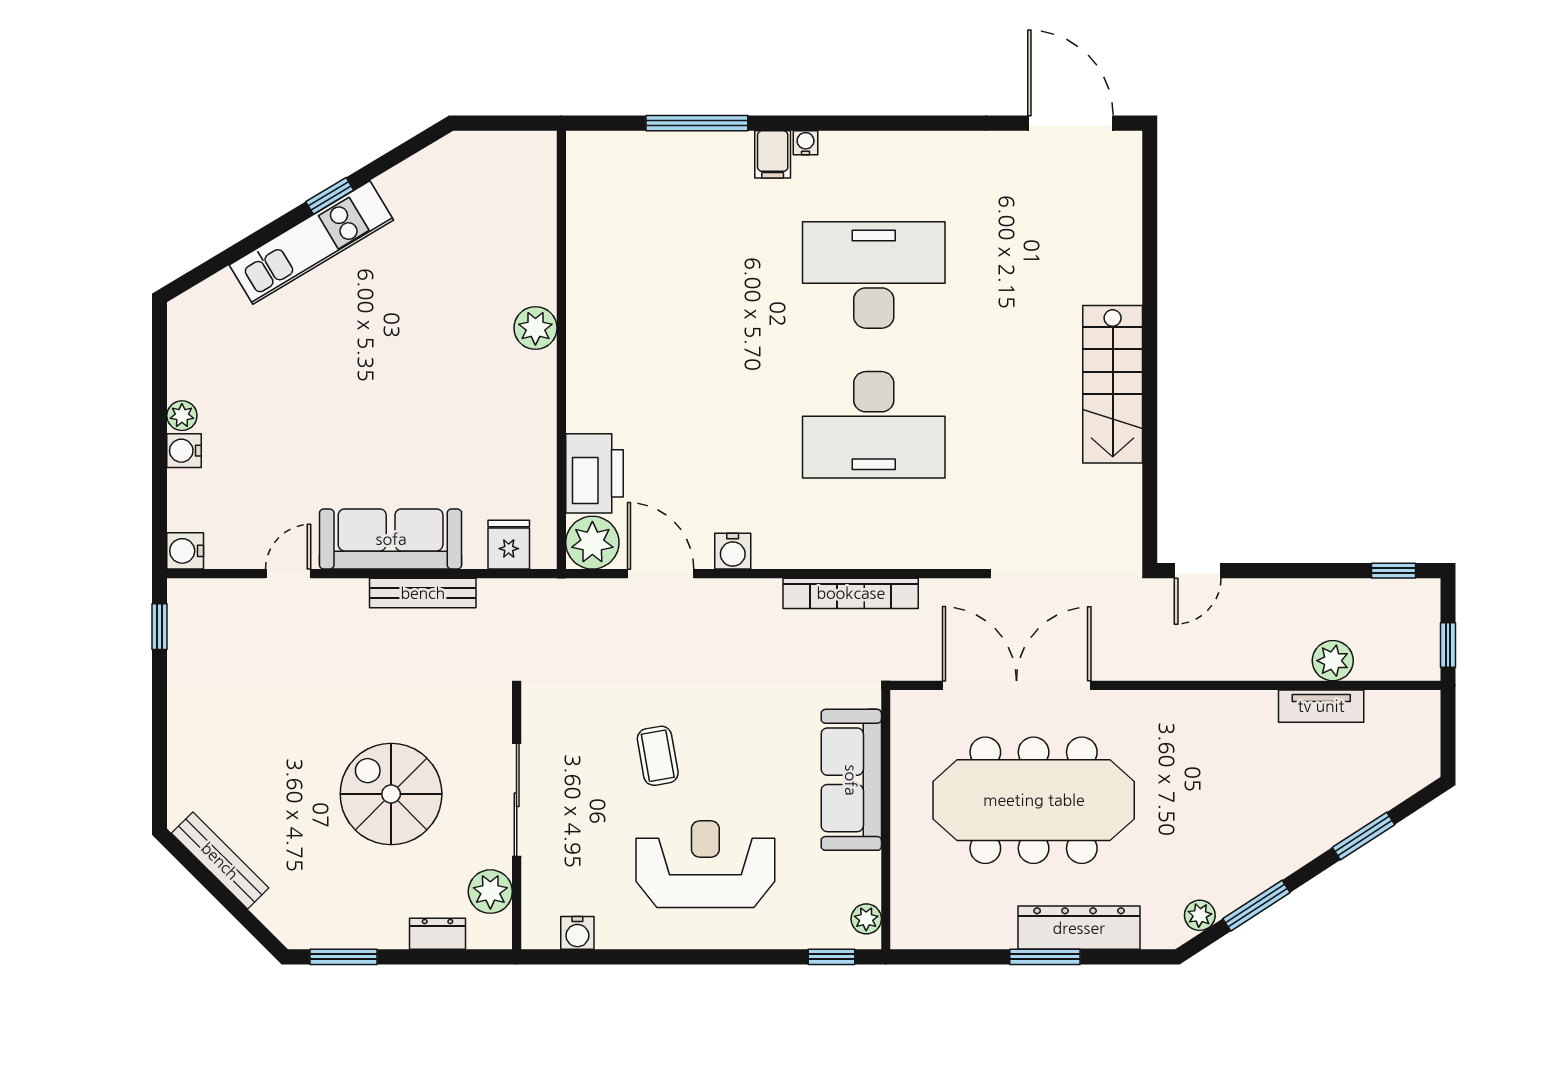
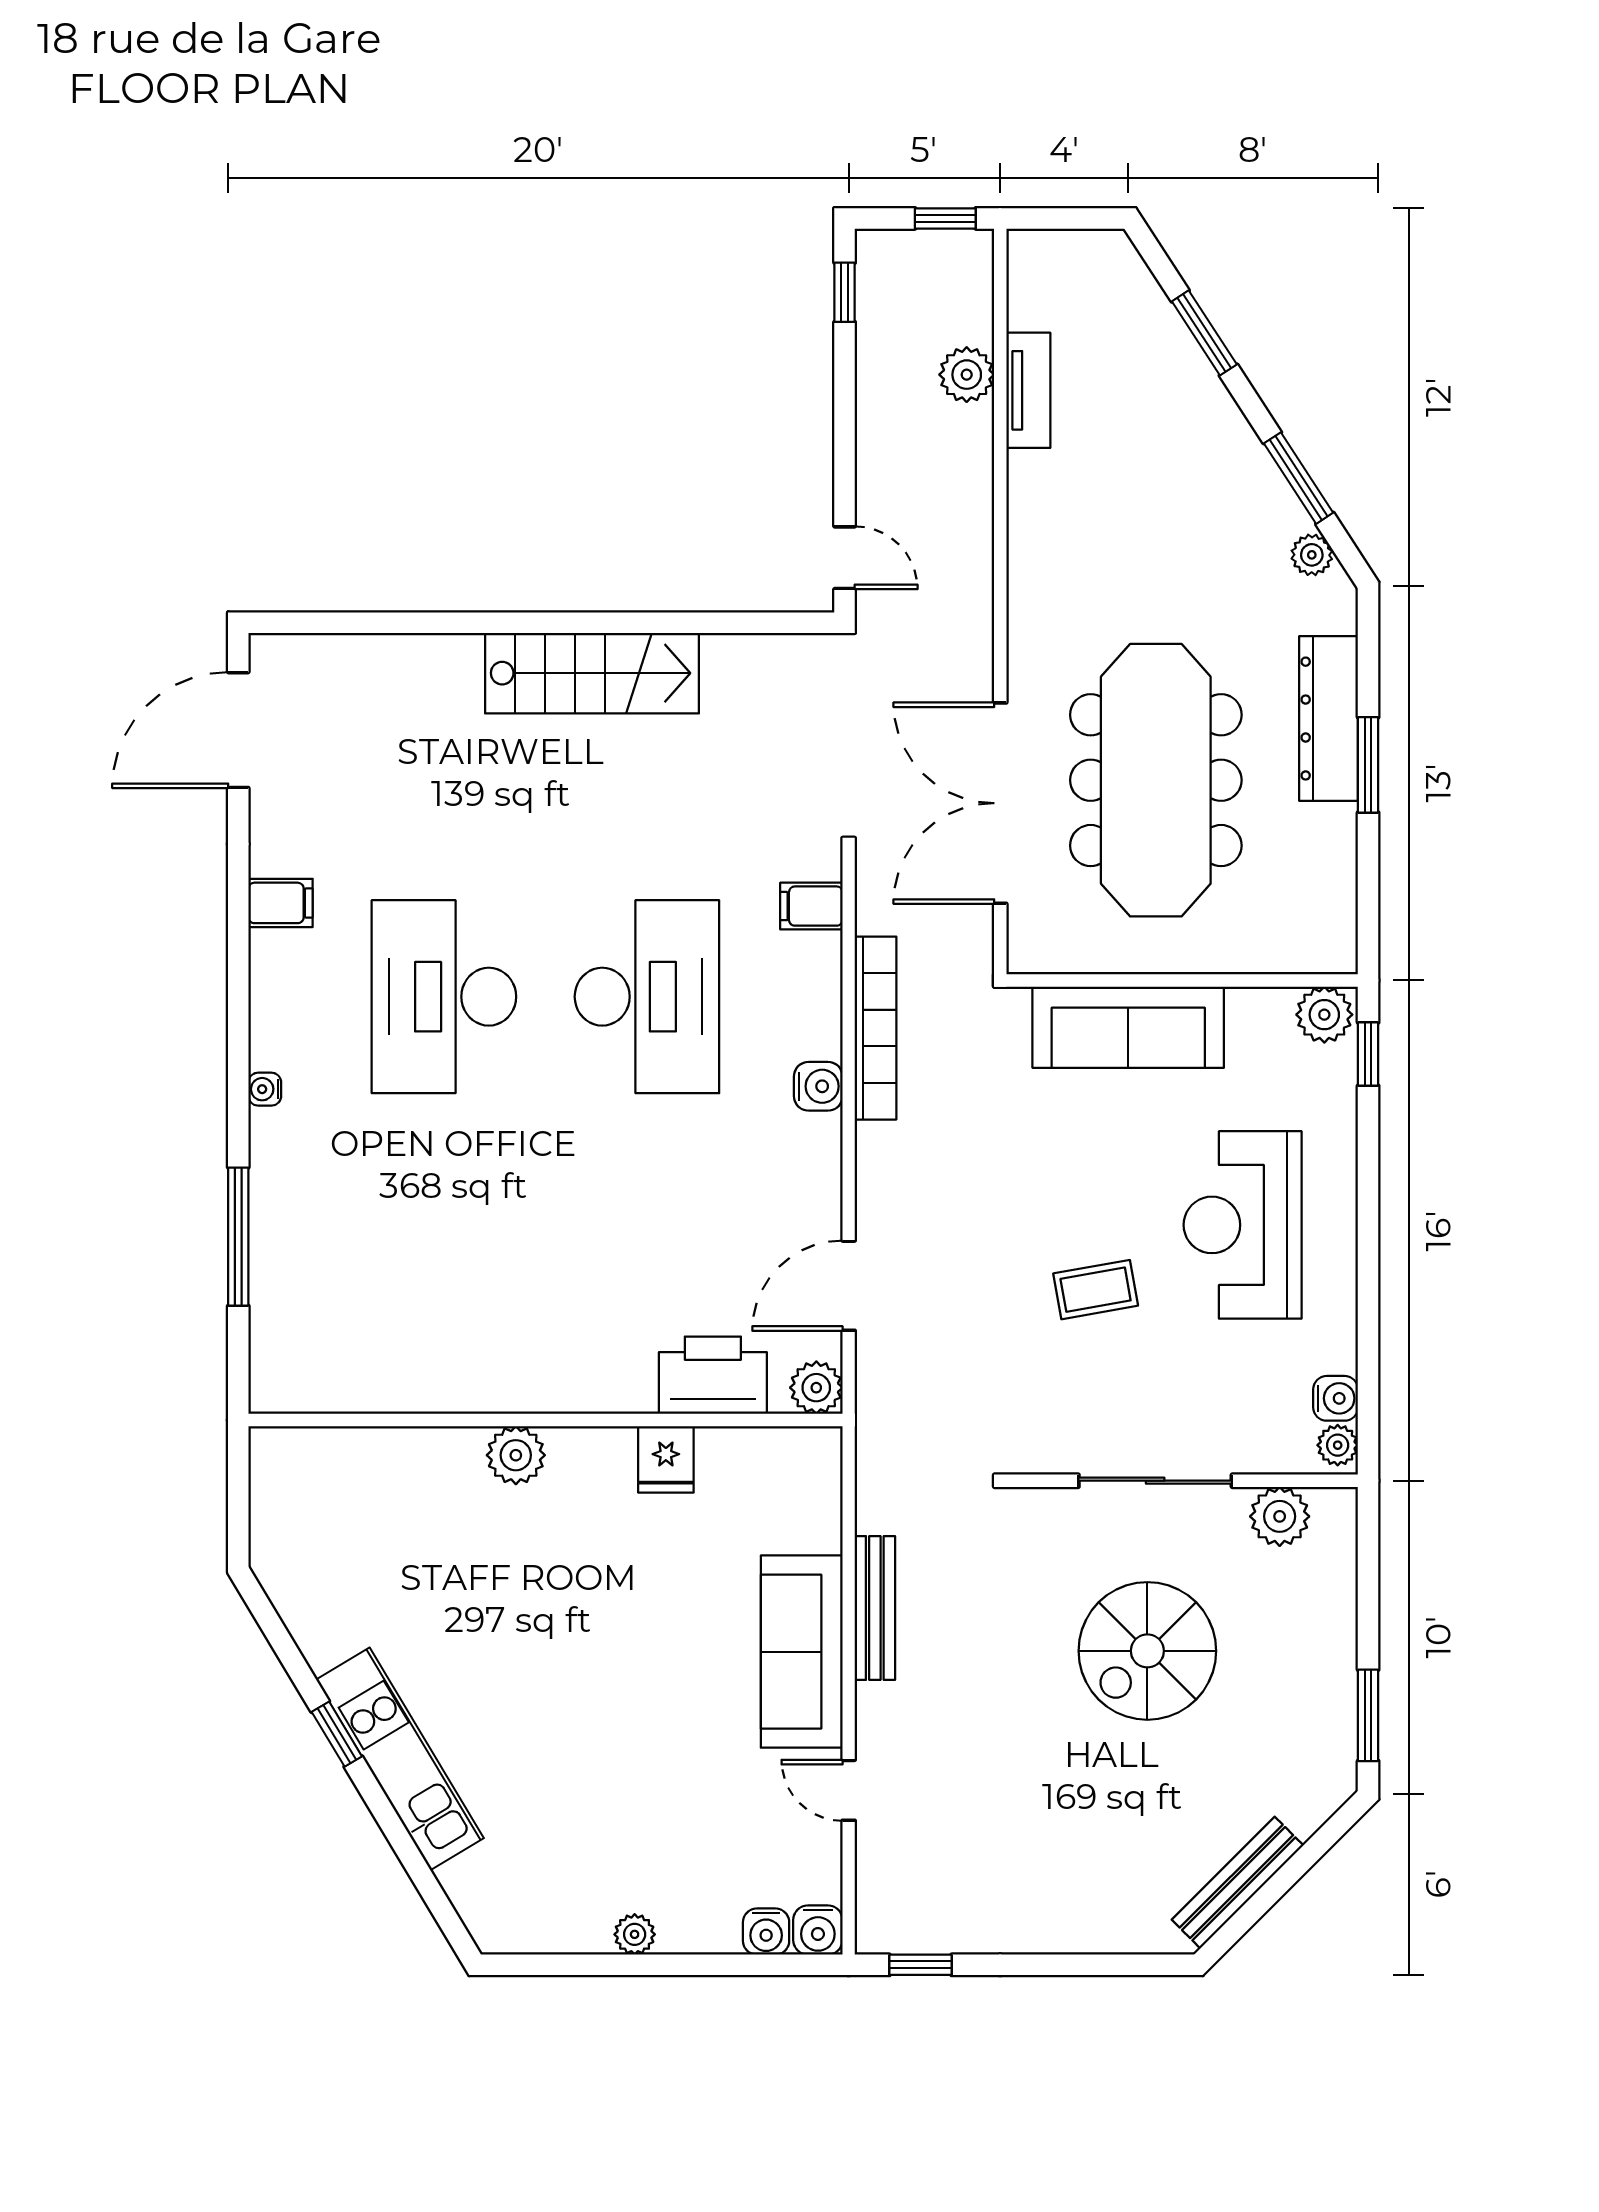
filing cabinet: (773, 154) -> (281, 903), moved
water cooler: (184, 451) -> (766, 1932), moved
plant: (592, 543) -> (816, 1388), width x0.73, depth x0.73
fridge: (509, 545) -> (666, 1459), moved, turned -90
filing cabinet: (941, 546) -> (811, 906), added
water cooler: (733, 551) -> (818, 1086), moved
plant: (866, 919) -> (1324, 1015), width x1.38, depth x1.38
dresser: (437, 934) -> (1337, 1588), removed
plant: (543, 934) -> (1338, 1445), added

